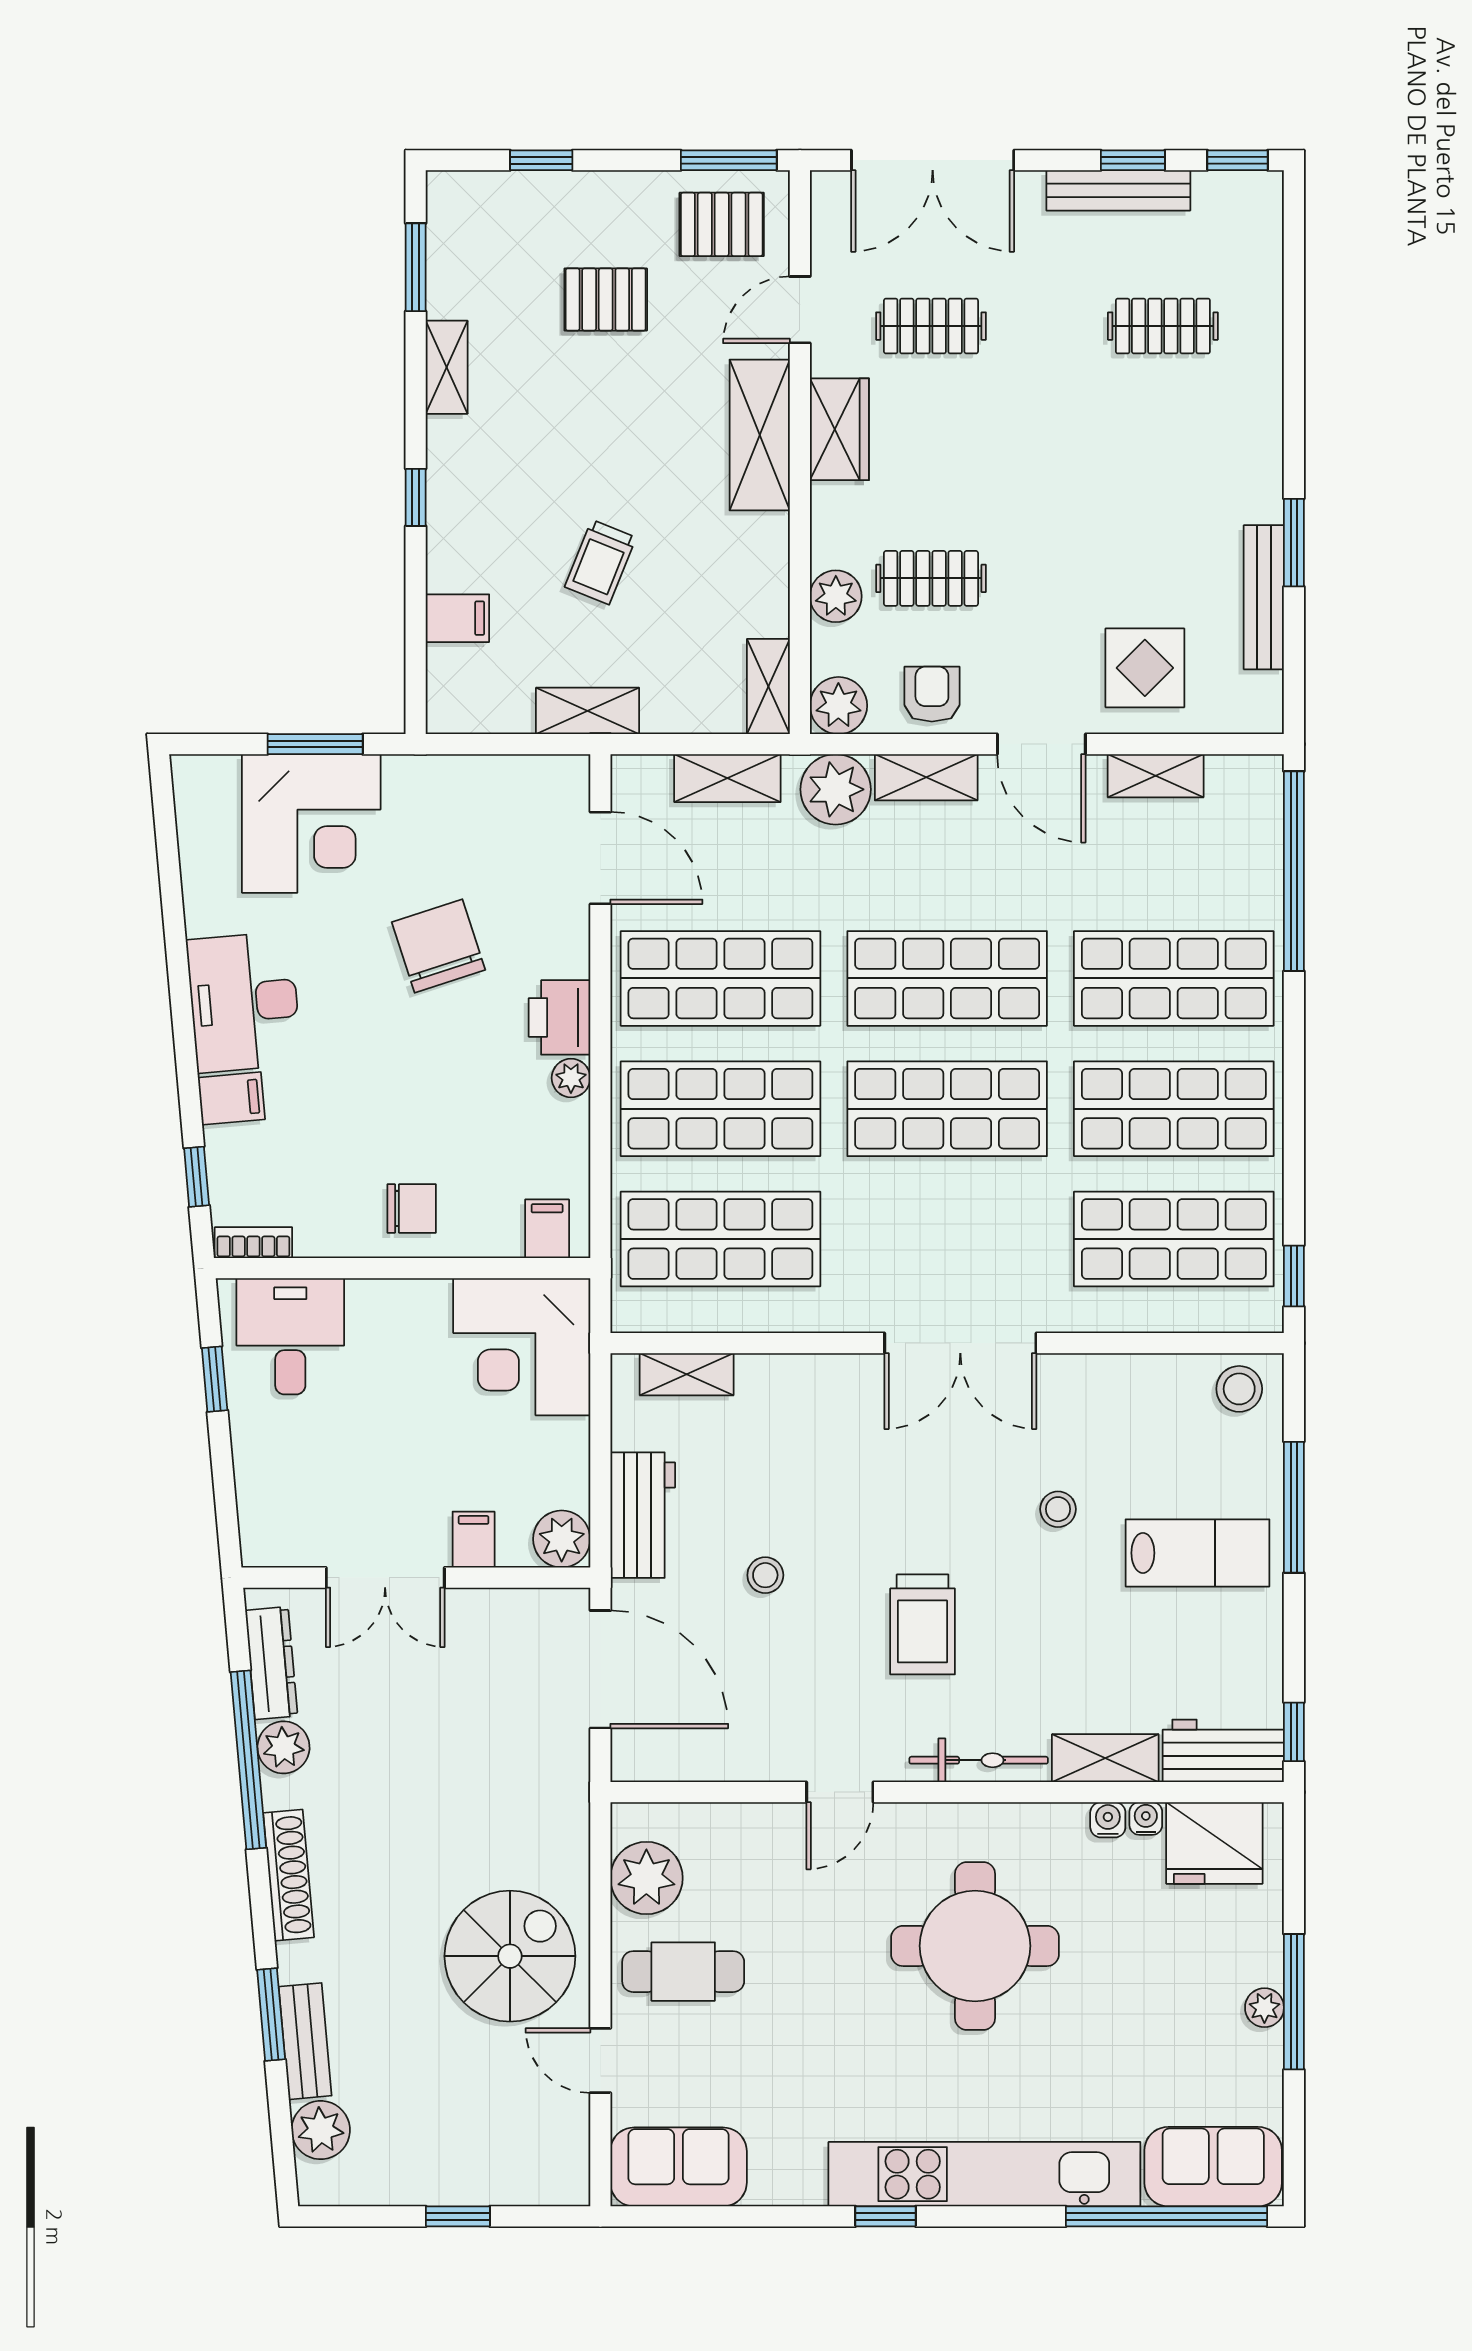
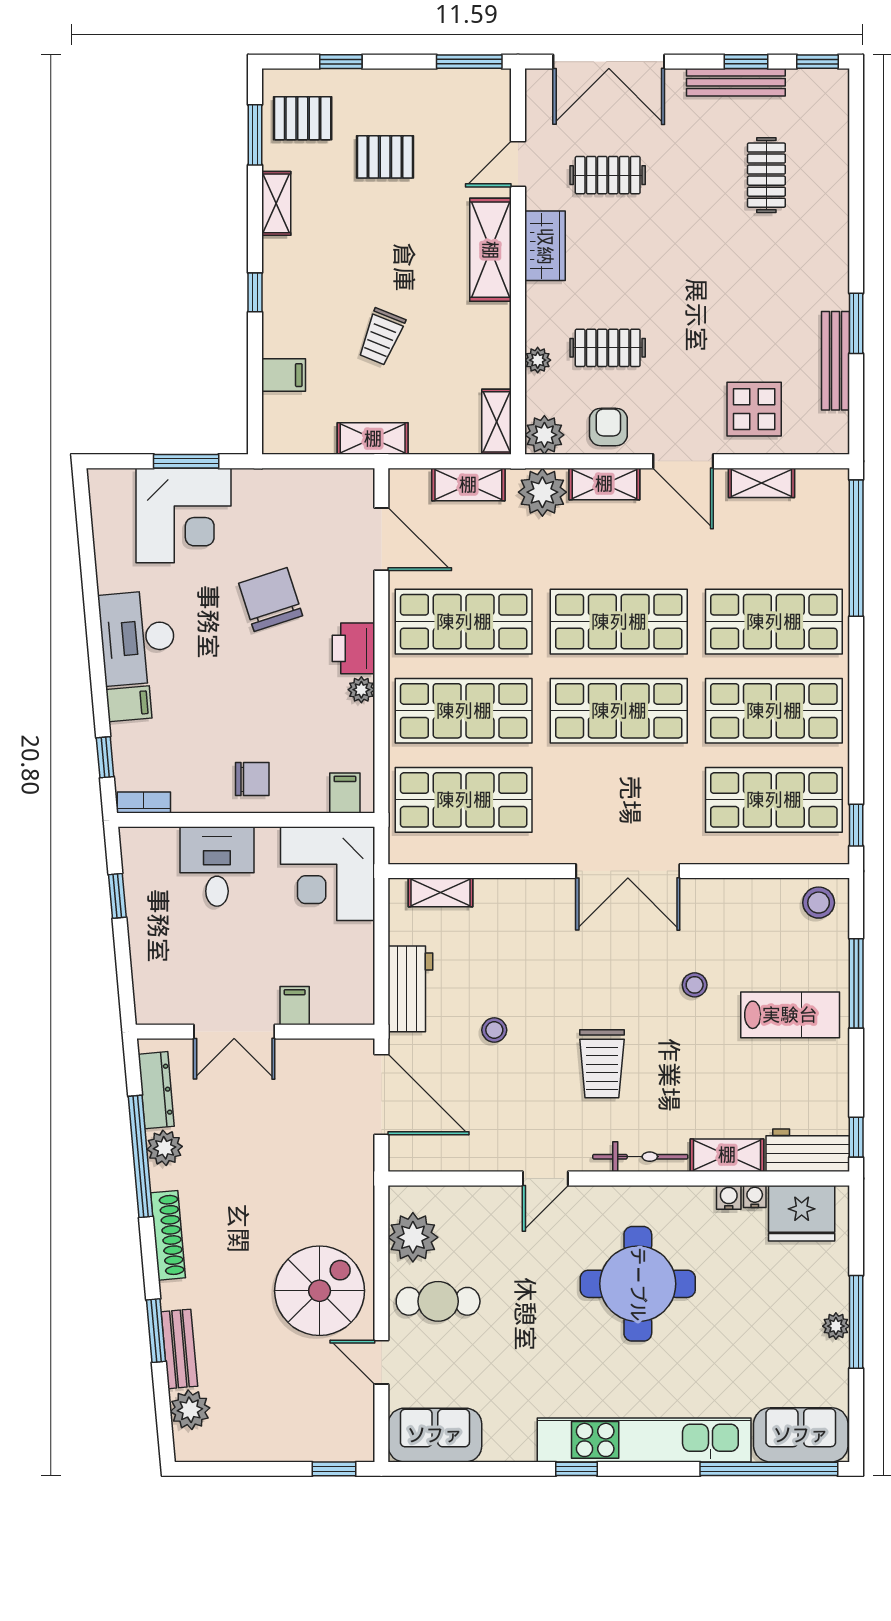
pallet: (722, 224) -> (303, 118), moved
clothes rail: (1163, 326) -> (766, 175), turned 90
plant: (836, 596) -> (538, 360), width x0.73, depth x0.73
desk: (290, 1336) -> (217, 867), moved
plant: (562, 1539) -> (355, 1005), removed
window: (458, 2216) -> (334, 1469), moved

